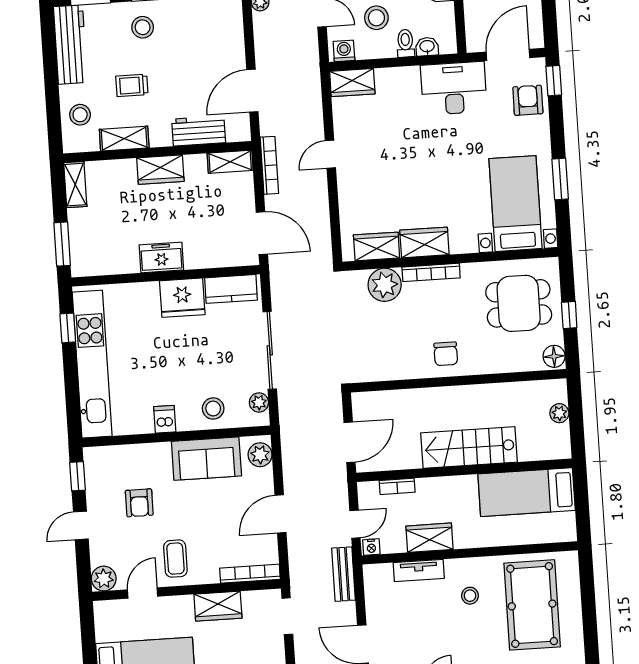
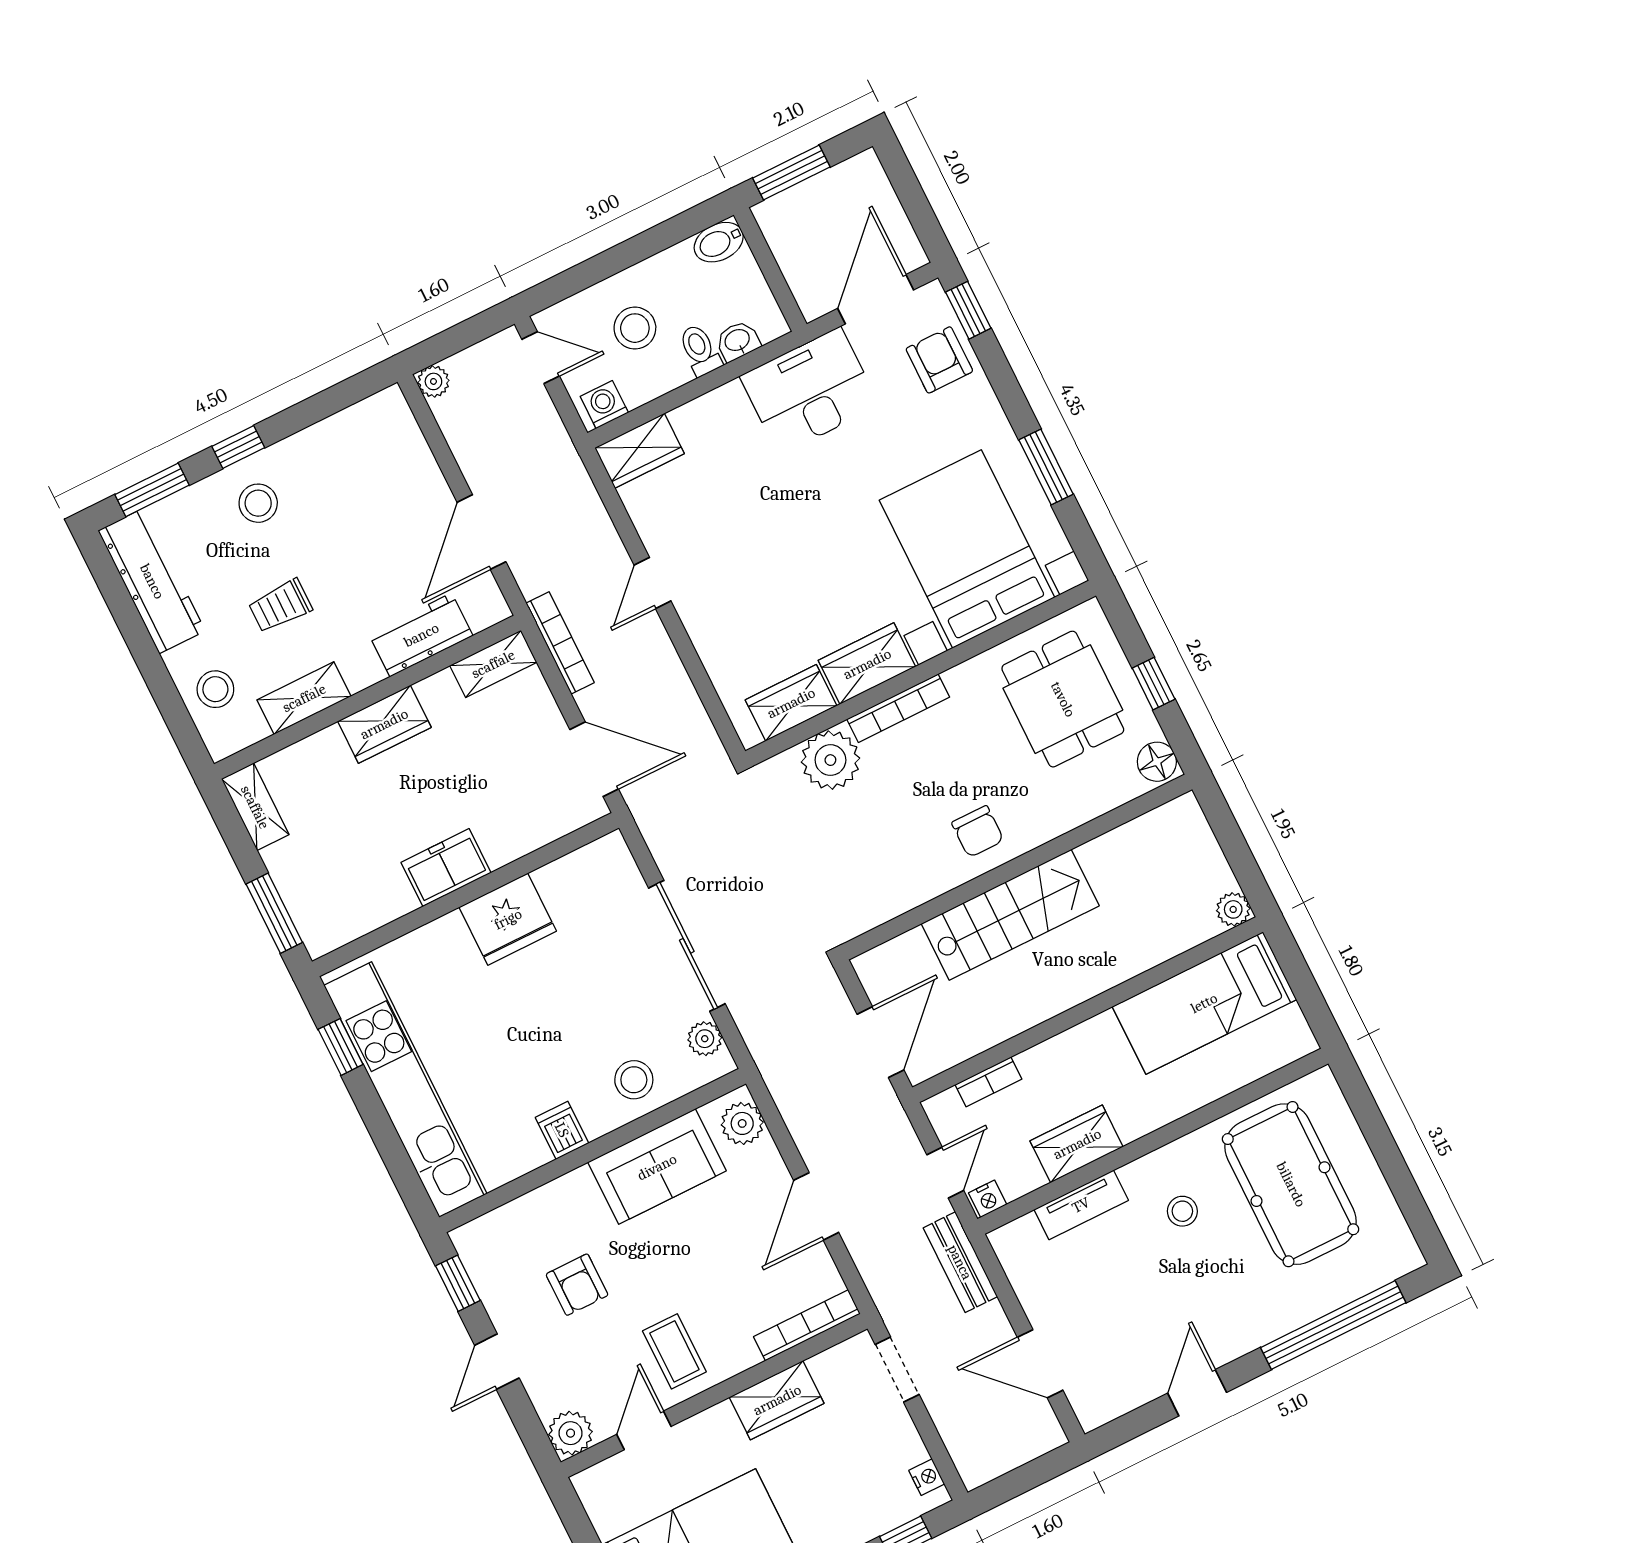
bed with nightstands: (515, 204) -> (967, 549), width x1.36
kitchen counter: (231, 289) -> (582, 872), removed
dining table: (519, 303) -> (1063, 699), turned 90
plant: (559, 413) -> (1233, 909), moved
stairs: (469, 448) -> (1010, 915), moved, turned 180

